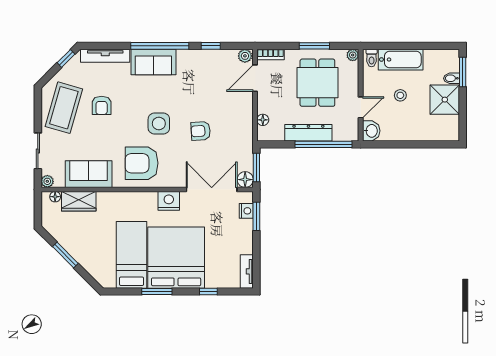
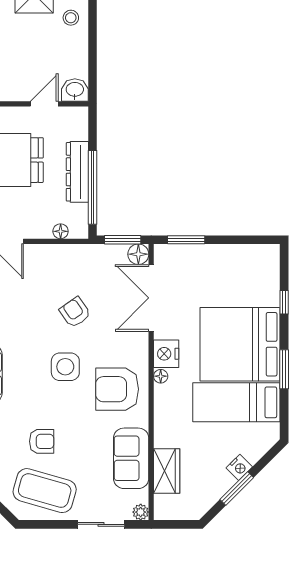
stool: (400, 95) -> (71, 18), moved
door: (361, 107) -> (44, 104), hinge flipped
armchair: (201, 131) -> (75, 312), turned 148
window: (324, 144) -> (92, 187), moved
armchair: (142, 163) -> (117, 389), turned 90
floor lamp: (55, 197) -> (161, 376), moved
nightstand: (246, 211) -> (239, 467), moved, turned 135
tv unit: (247, 271) -> (258, 252), removed

